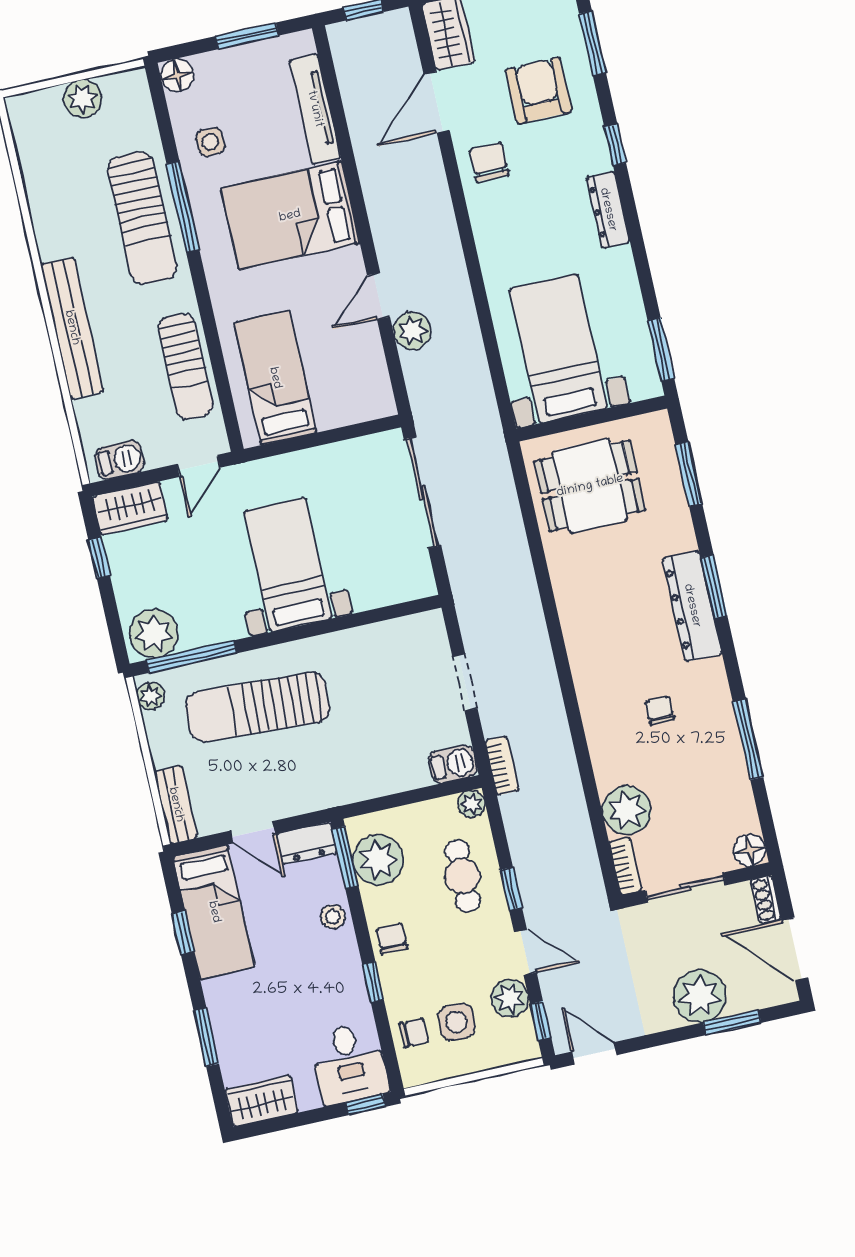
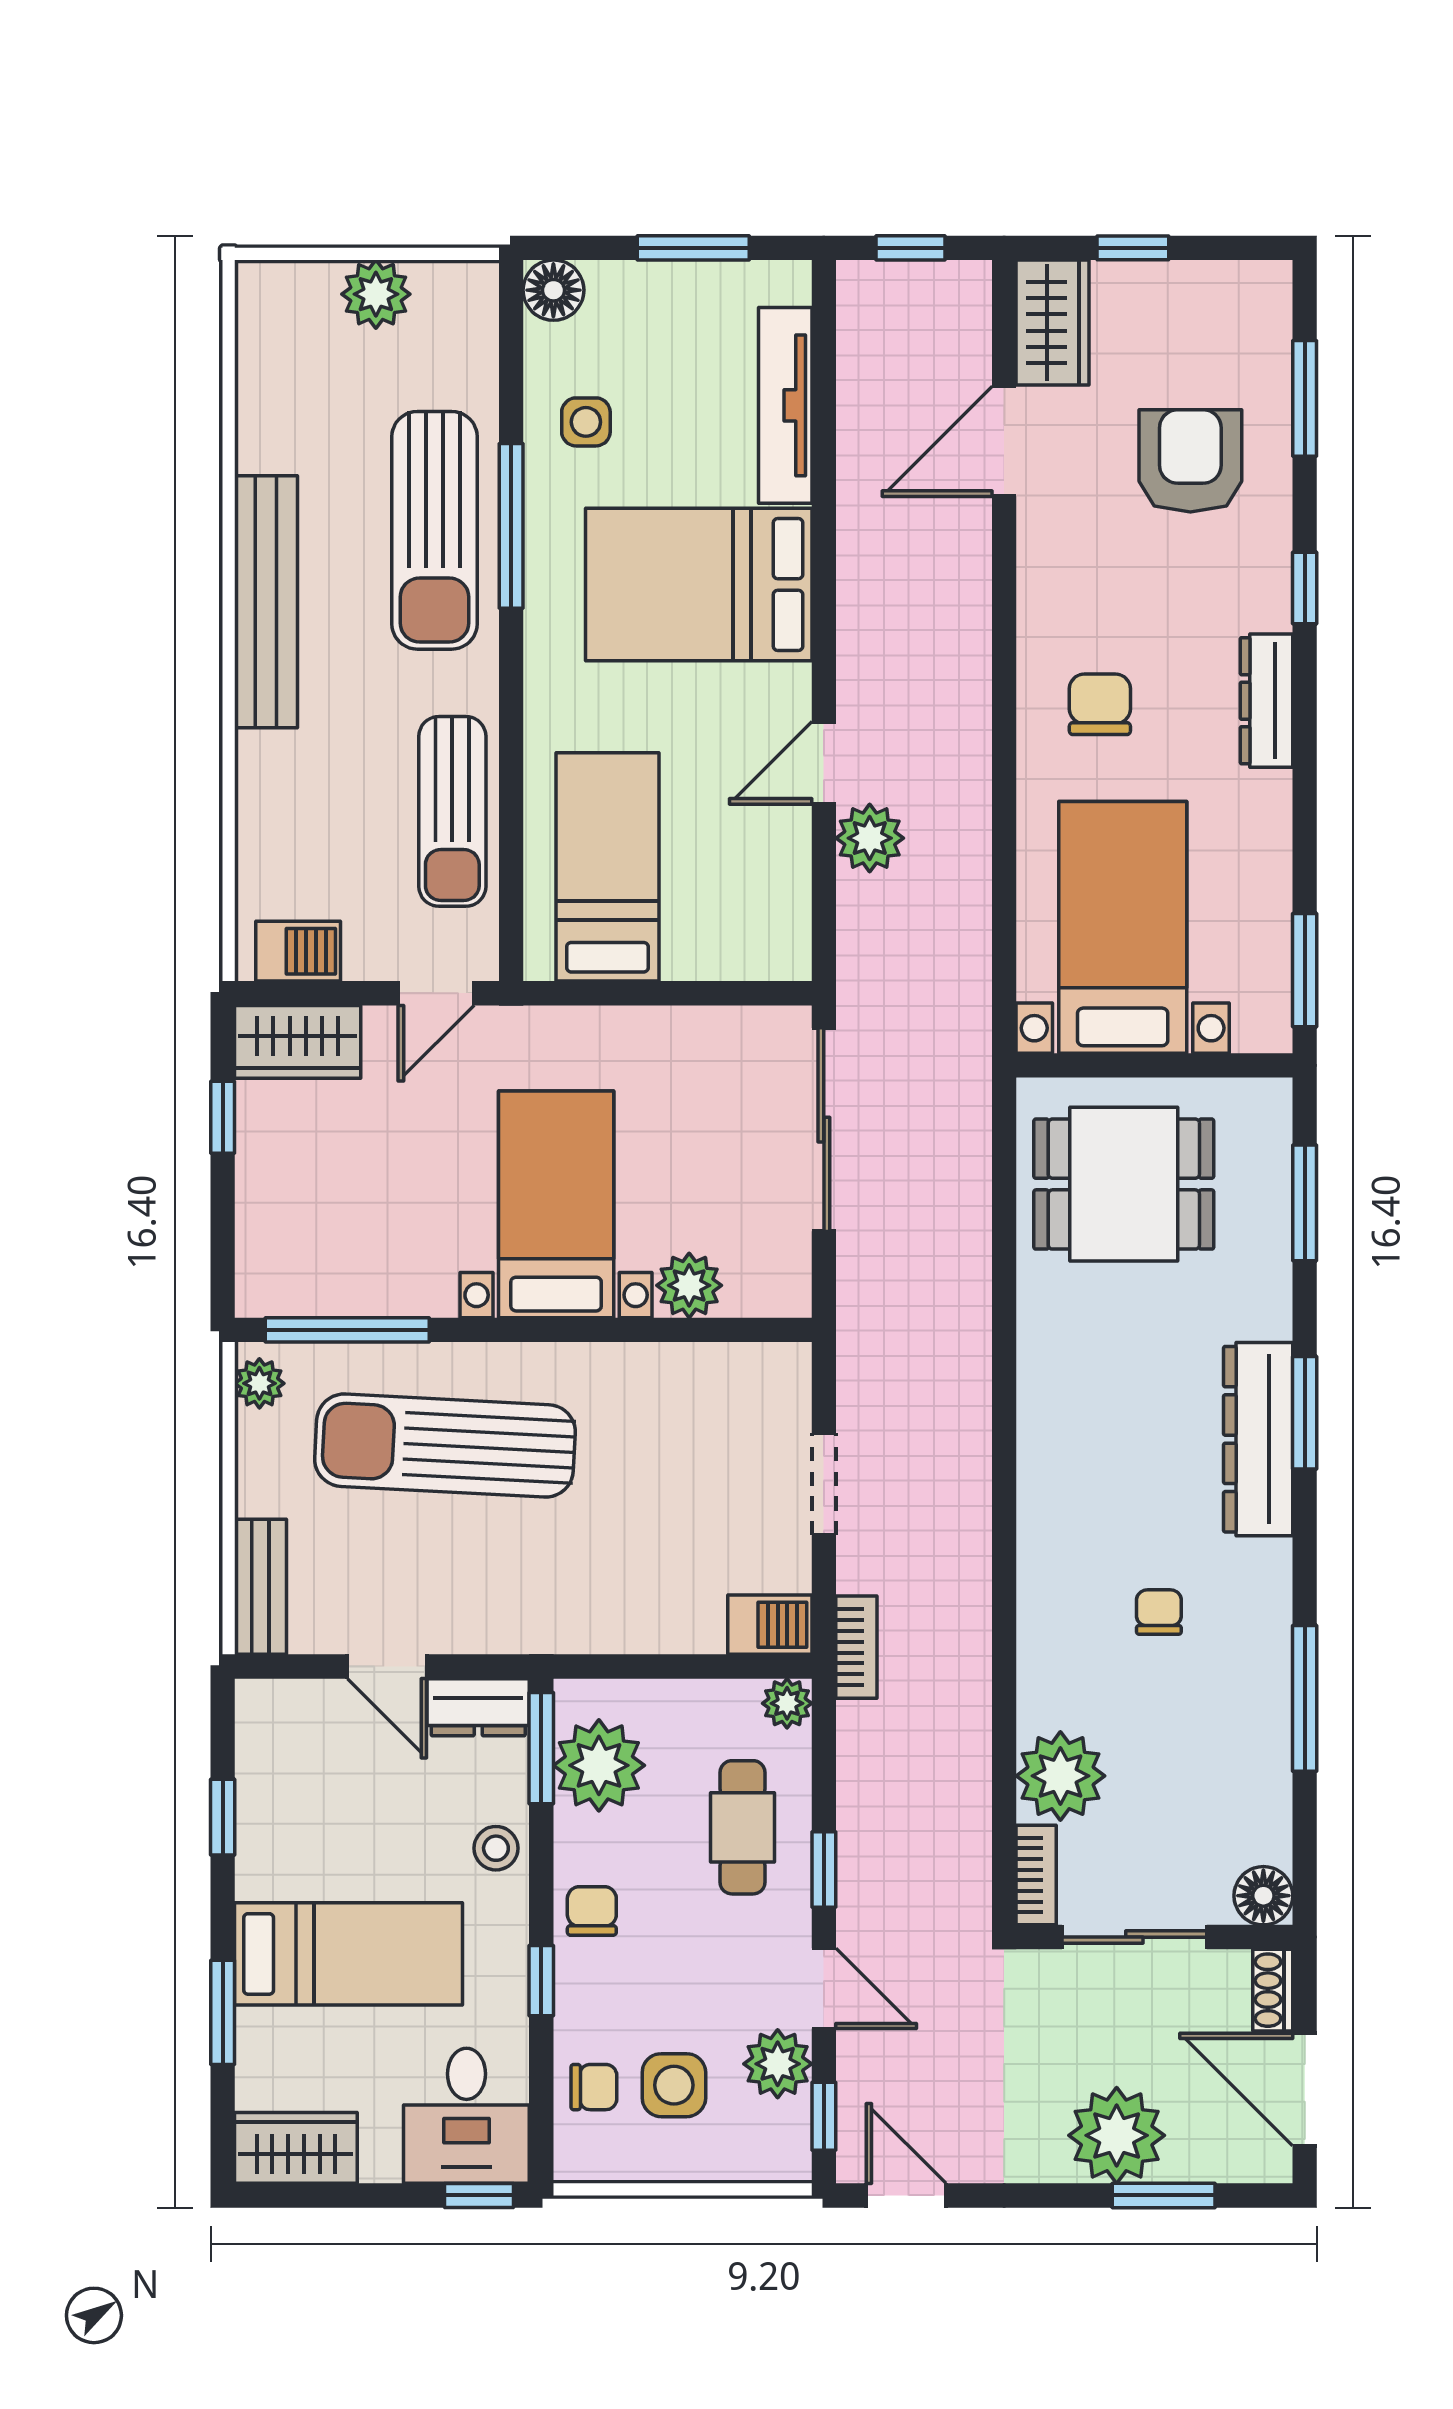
chair: (489, 162) -> (1100, 704), moved
bench: (72, 328) -> (266, 602), moved
plant: (154, 634) -> (689, 1285), moved, width x0.73, depth x0.73
bed: (214, 912) -> (349, 1954), moved, turned -90

